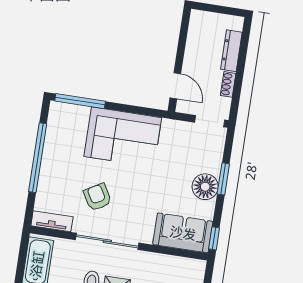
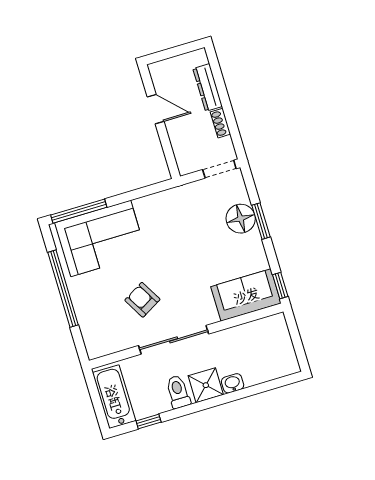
door: (175, 86) -> (156, 109), moved
corner sofa: (123, 137) -> (101, 238), moved
floor lamp: (205, 187) -> (241, 219), moved
tv unit: (52, 221) -> (108, 346), removed

